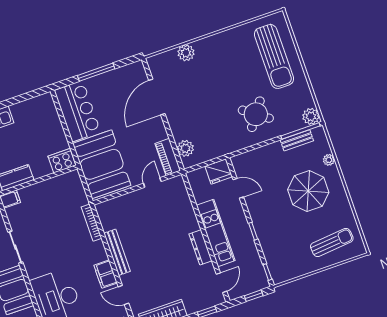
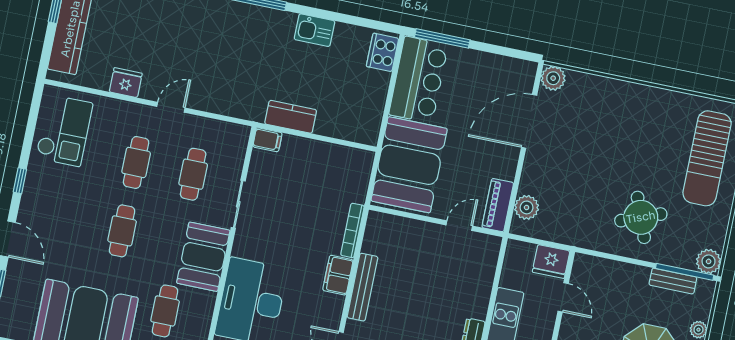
plant: (186, 53) -> (553, 78), moved
window: (96, 72) -> (442, 38), moved
round table: (256, 114) -> (641, 217), turned 33
cooker: (62, 161) -> (383, 52), moved, turned -90
filing cabinet: (106, 274) -> (338, 275), moved

